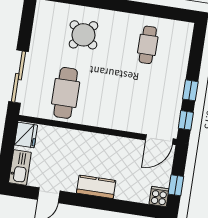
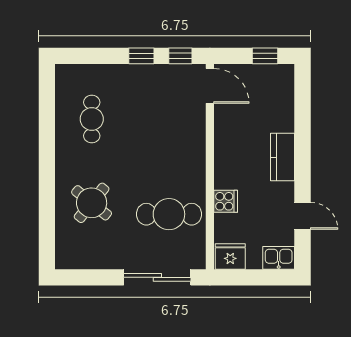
cafe table: (148, 45) -> (92, 119), turned 90
kitchen sink: (20, 167) -> (279, 258), width x0.73
cooker: (159, 197) -> (226, 201), moved, turned 180

